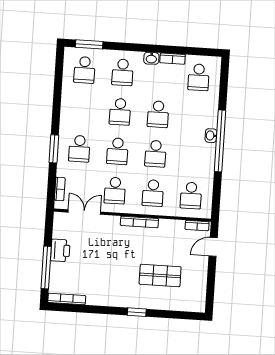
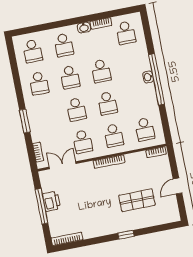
window: (89, 44) -> (31, 30), removed
school desk: (79, 149) -> (39, 83), moved
door: (213, 247) -> (177, 186), moved
window: (46, 267) -> (42, 206), moved

